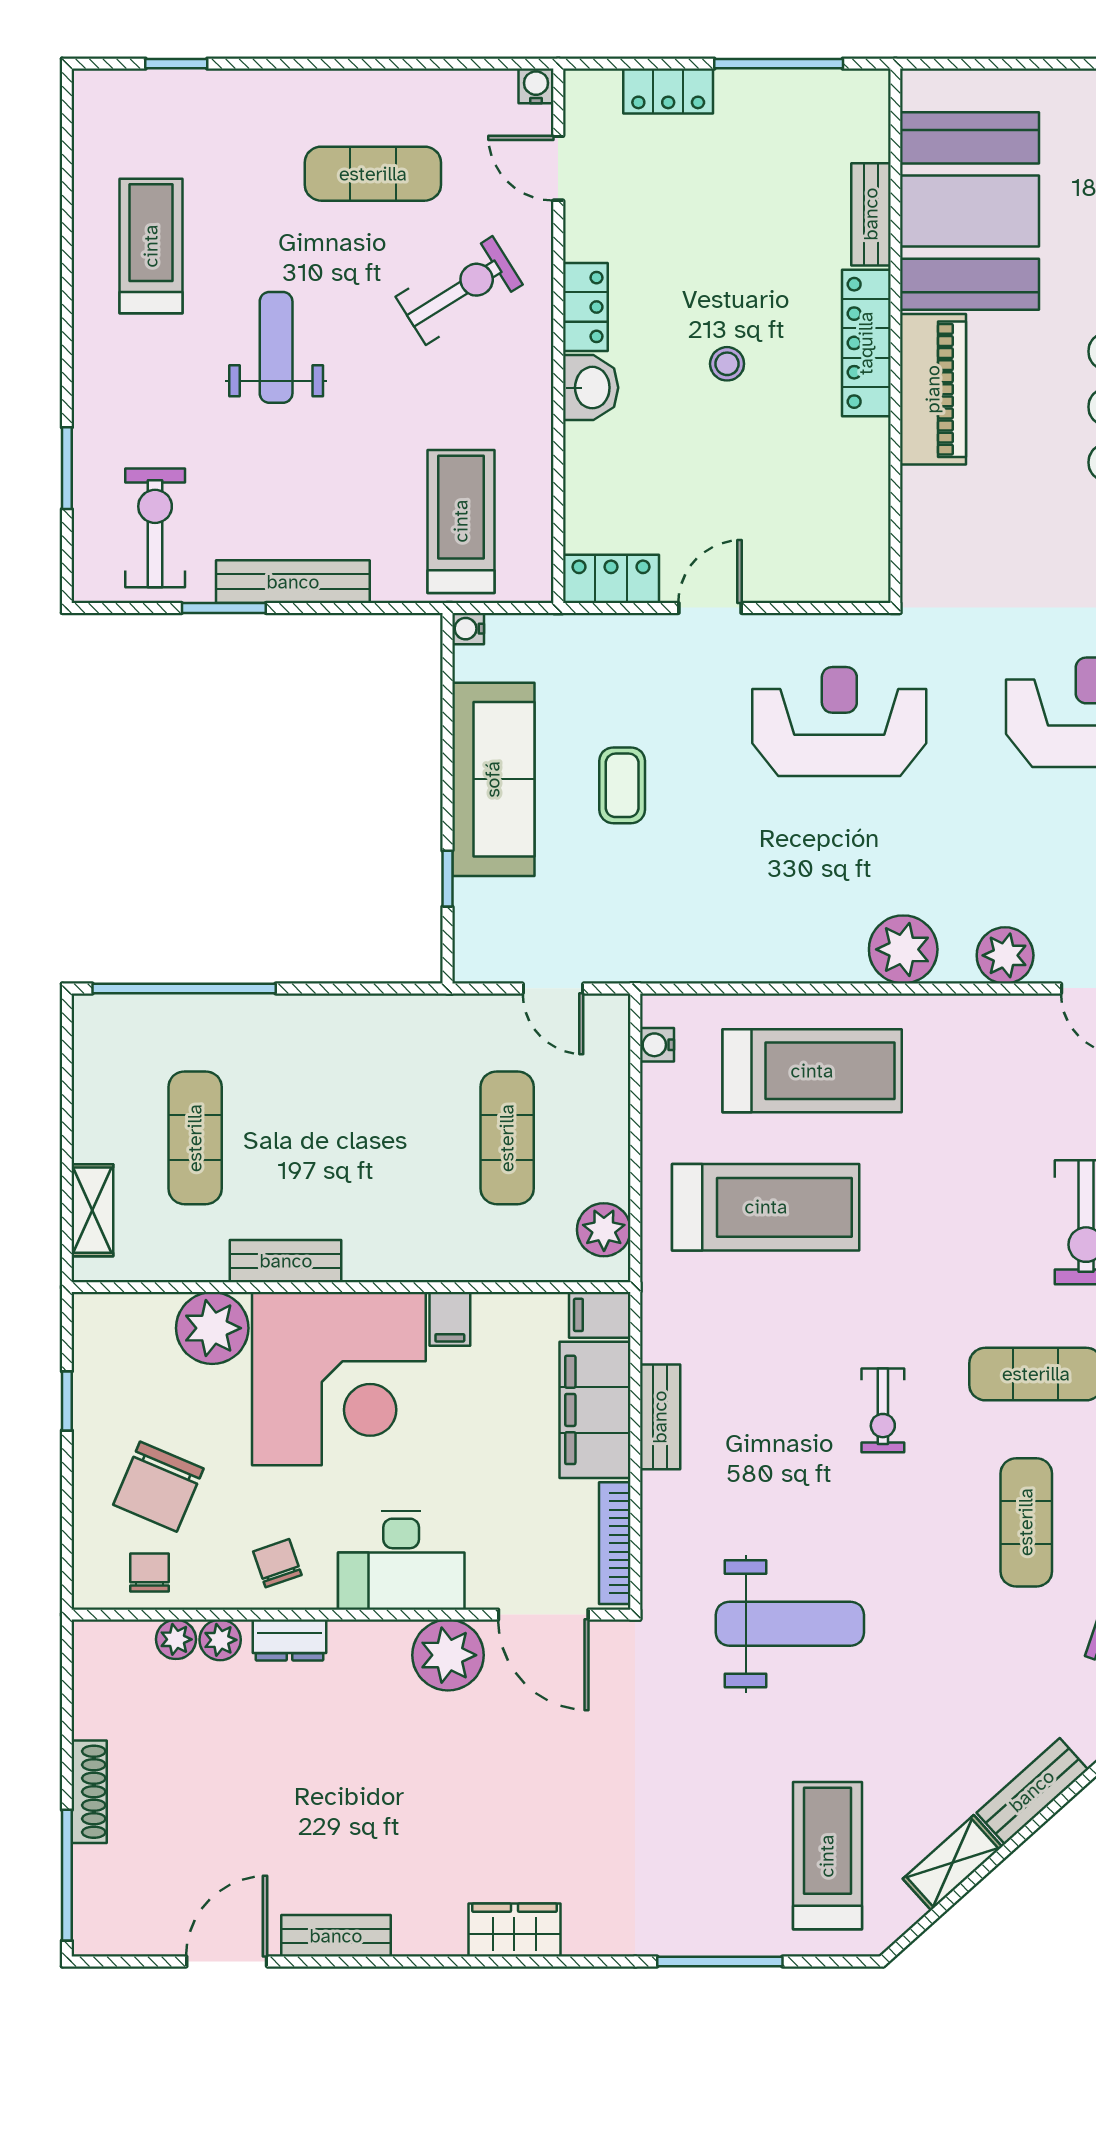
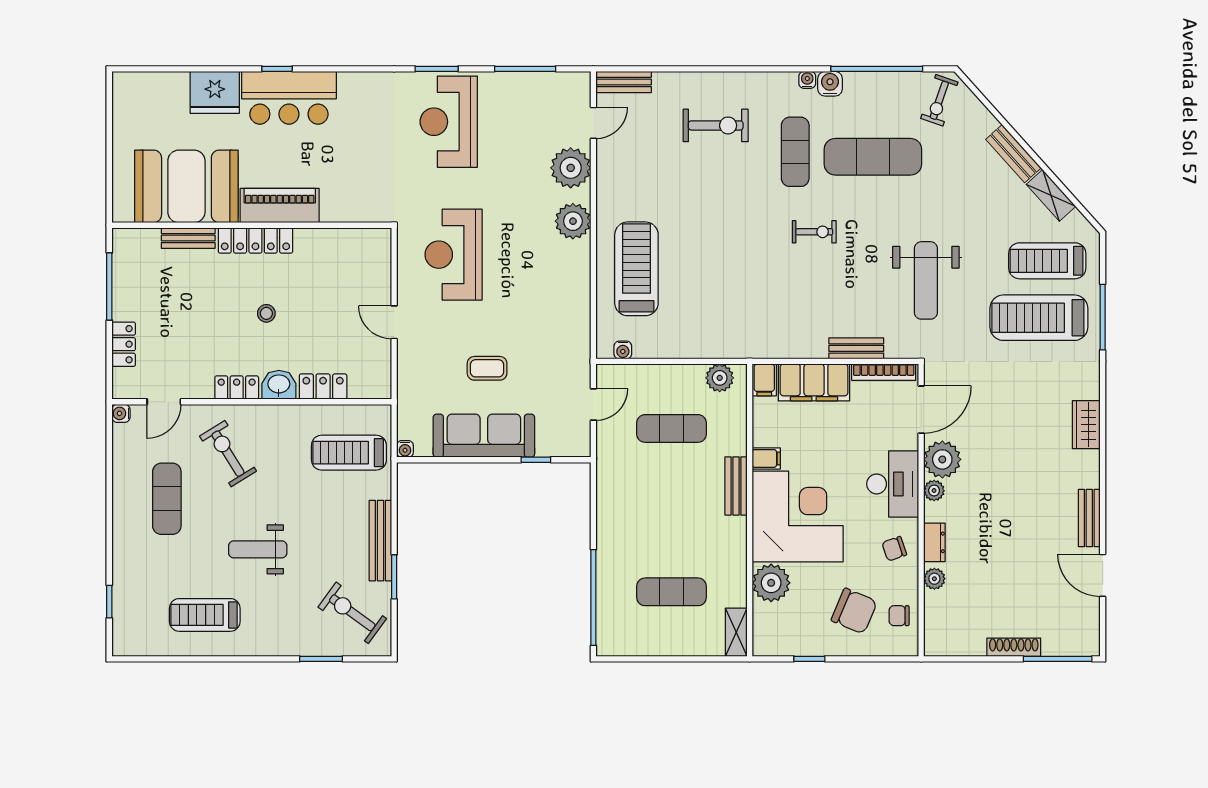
exercise bike: (155, 528) -> (352, 613), turned 36
locker: (611, 579) -> (323, 387), moved, turned 90
plant: (1005, 955) -> (571, 168), width x1.36, depth x1.36
treadmill: (766, 1207) -> (1039, 318), moved, turned -90
shelving: (92, 1210) -> (736, 632), moved, turned 90
bench: (286, 1261) -> (736, 486), moved
bench: (660, 1417) -> (856, 348), moved
exercise mat: (1026, 1522) -> (873, 157), width x1.36, depth x1.45
weight bench: (790, 1624) -> (926, 280), turned 180
plant: (176, 1639) -> (934, 491), moved

